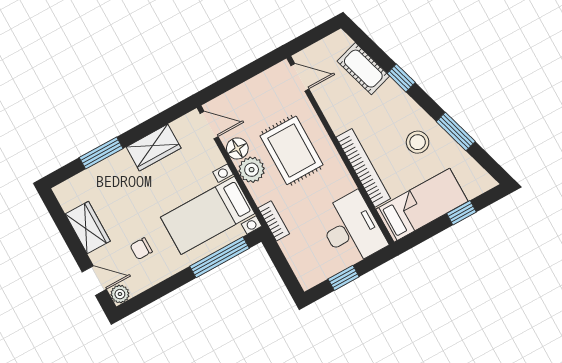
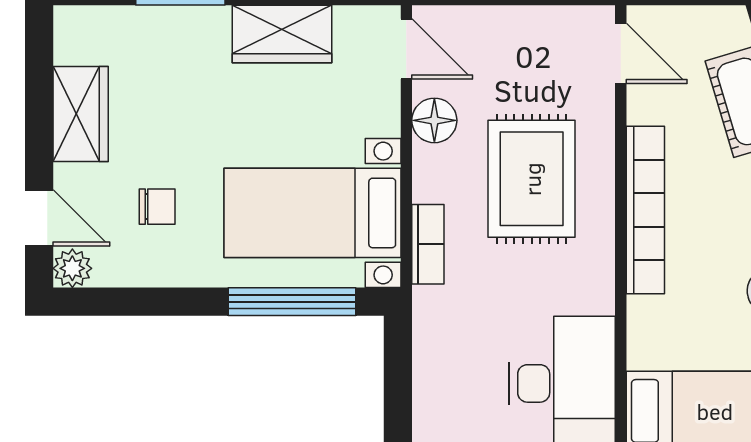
bookcase: (363, 168) -> (645, 210), moved
plant: (252, 170) -> (439, 174), removed
bookcase: (274, 221) -> (428, 244), moved
chair: (141, 249) -> (157, 207), turned 180

